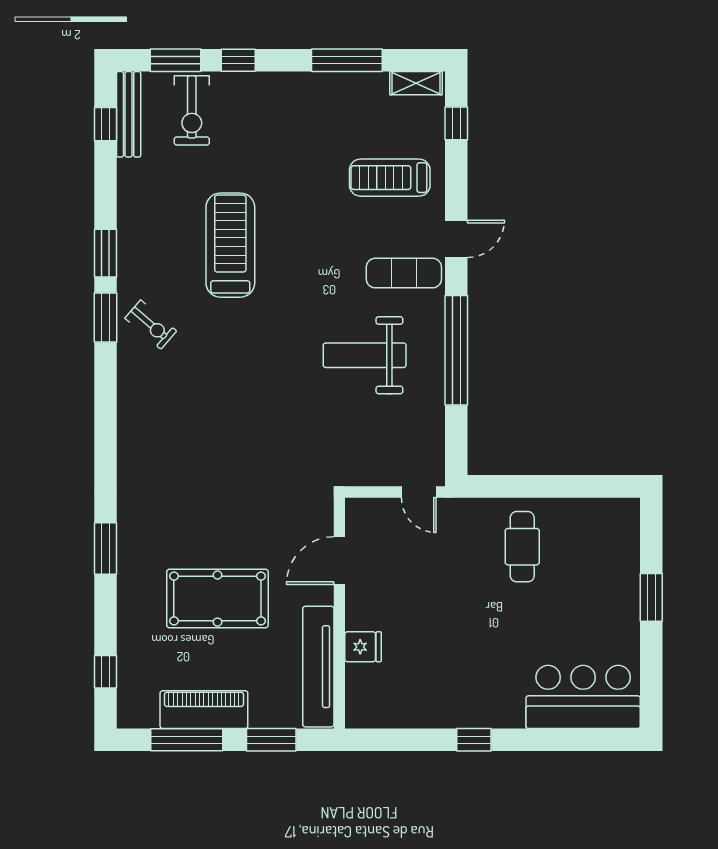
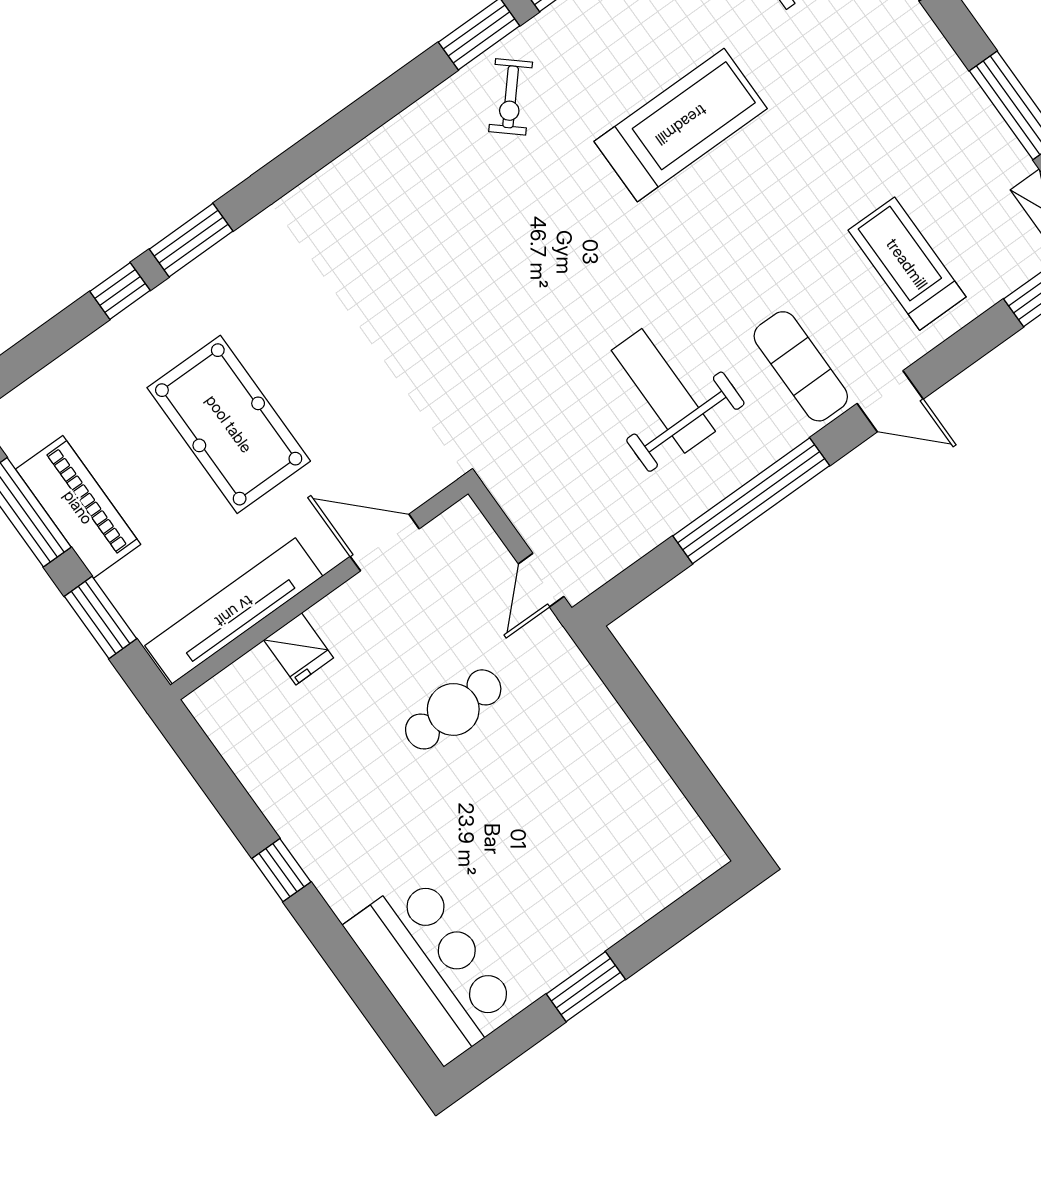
cafe table: (522, 547) -> (453, 709), moved
window: (651, 597) -> (586, 987), moved
window: (105, 672) -> (120, 291), moved

